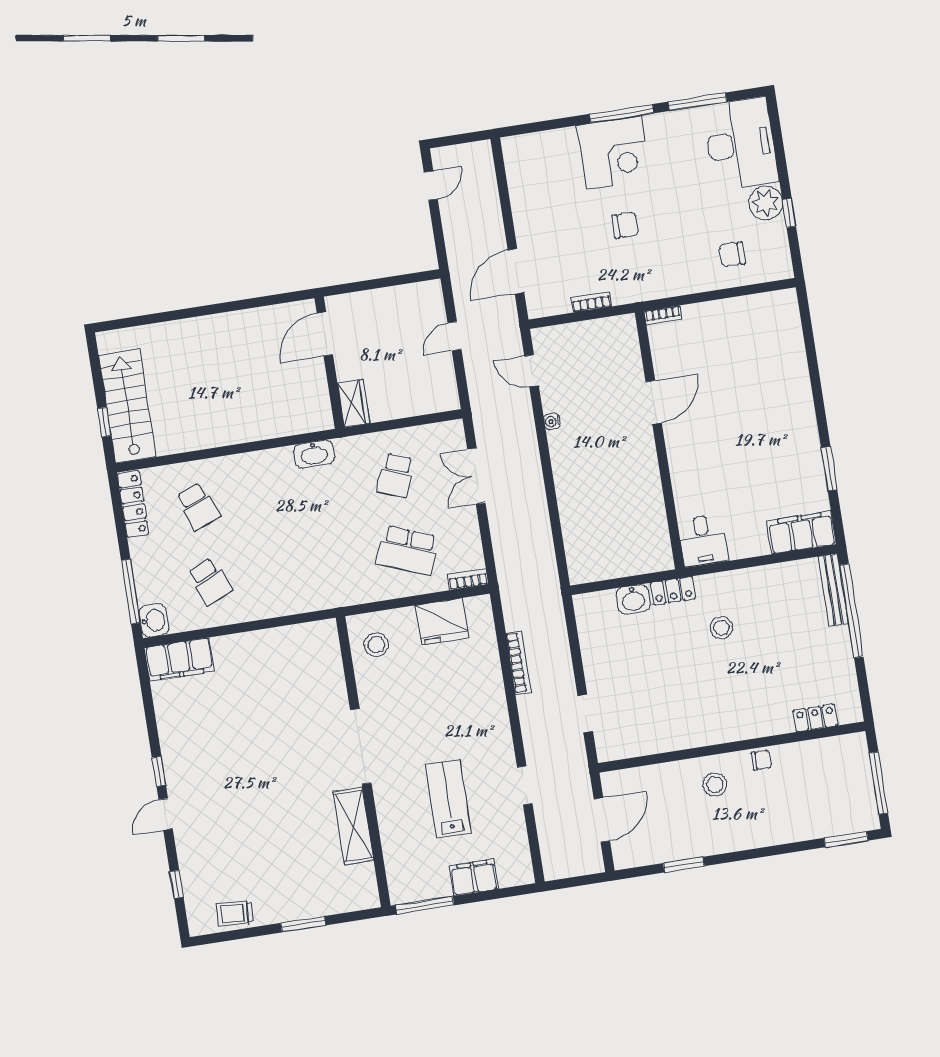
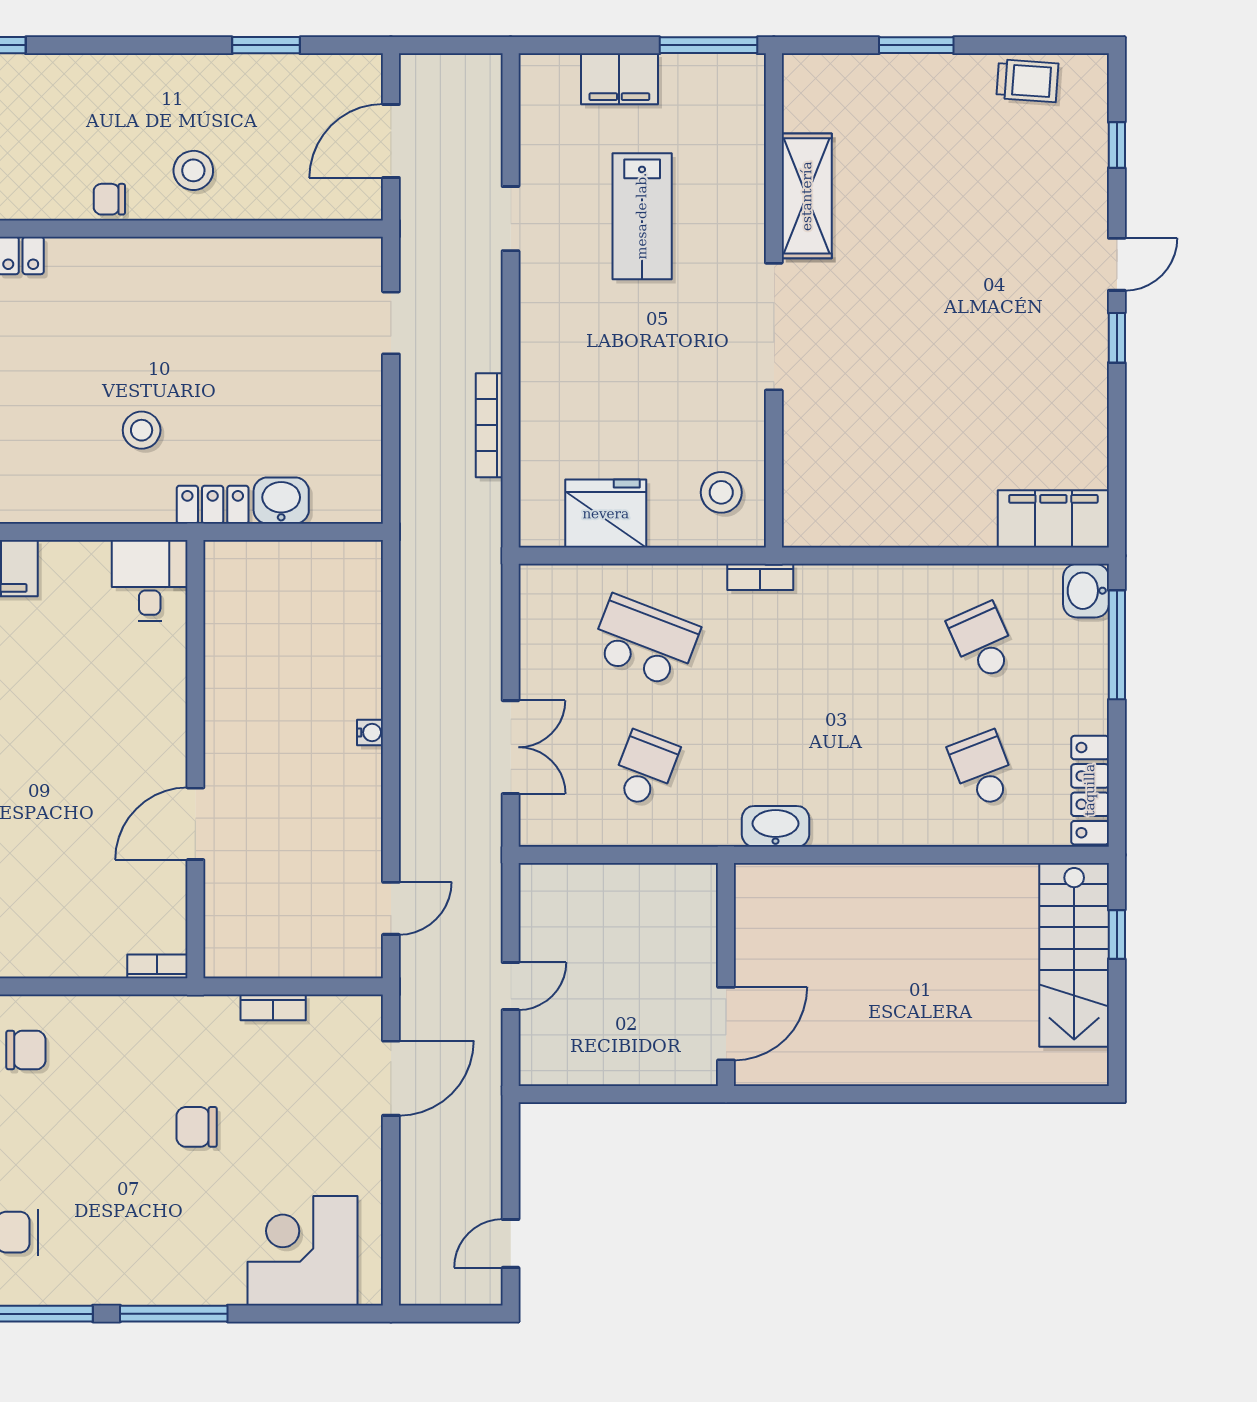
corner desk: (614, 153) -> (302, 1251), moved
door: (532, 371) -> (391, 908), hinge flipped
wardrobe: (354, 403) -> (696, 901), removed
water cooler: (552, 421) -> (370, 732), moved
bookcase: (468, 580) -> (760, 577), moved

